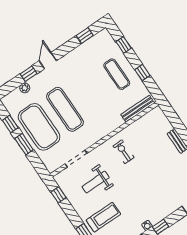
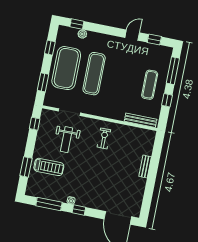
window: (124, 45) -> (173, 71), width x2.17
door: (48, 61) -> (132, 35), moved
window: (29, 74) -> (77, 24), moved
window: (24, 144) -> (43, 82), moved
weight bench: (96, 182) -> (67, 140), turned -90

